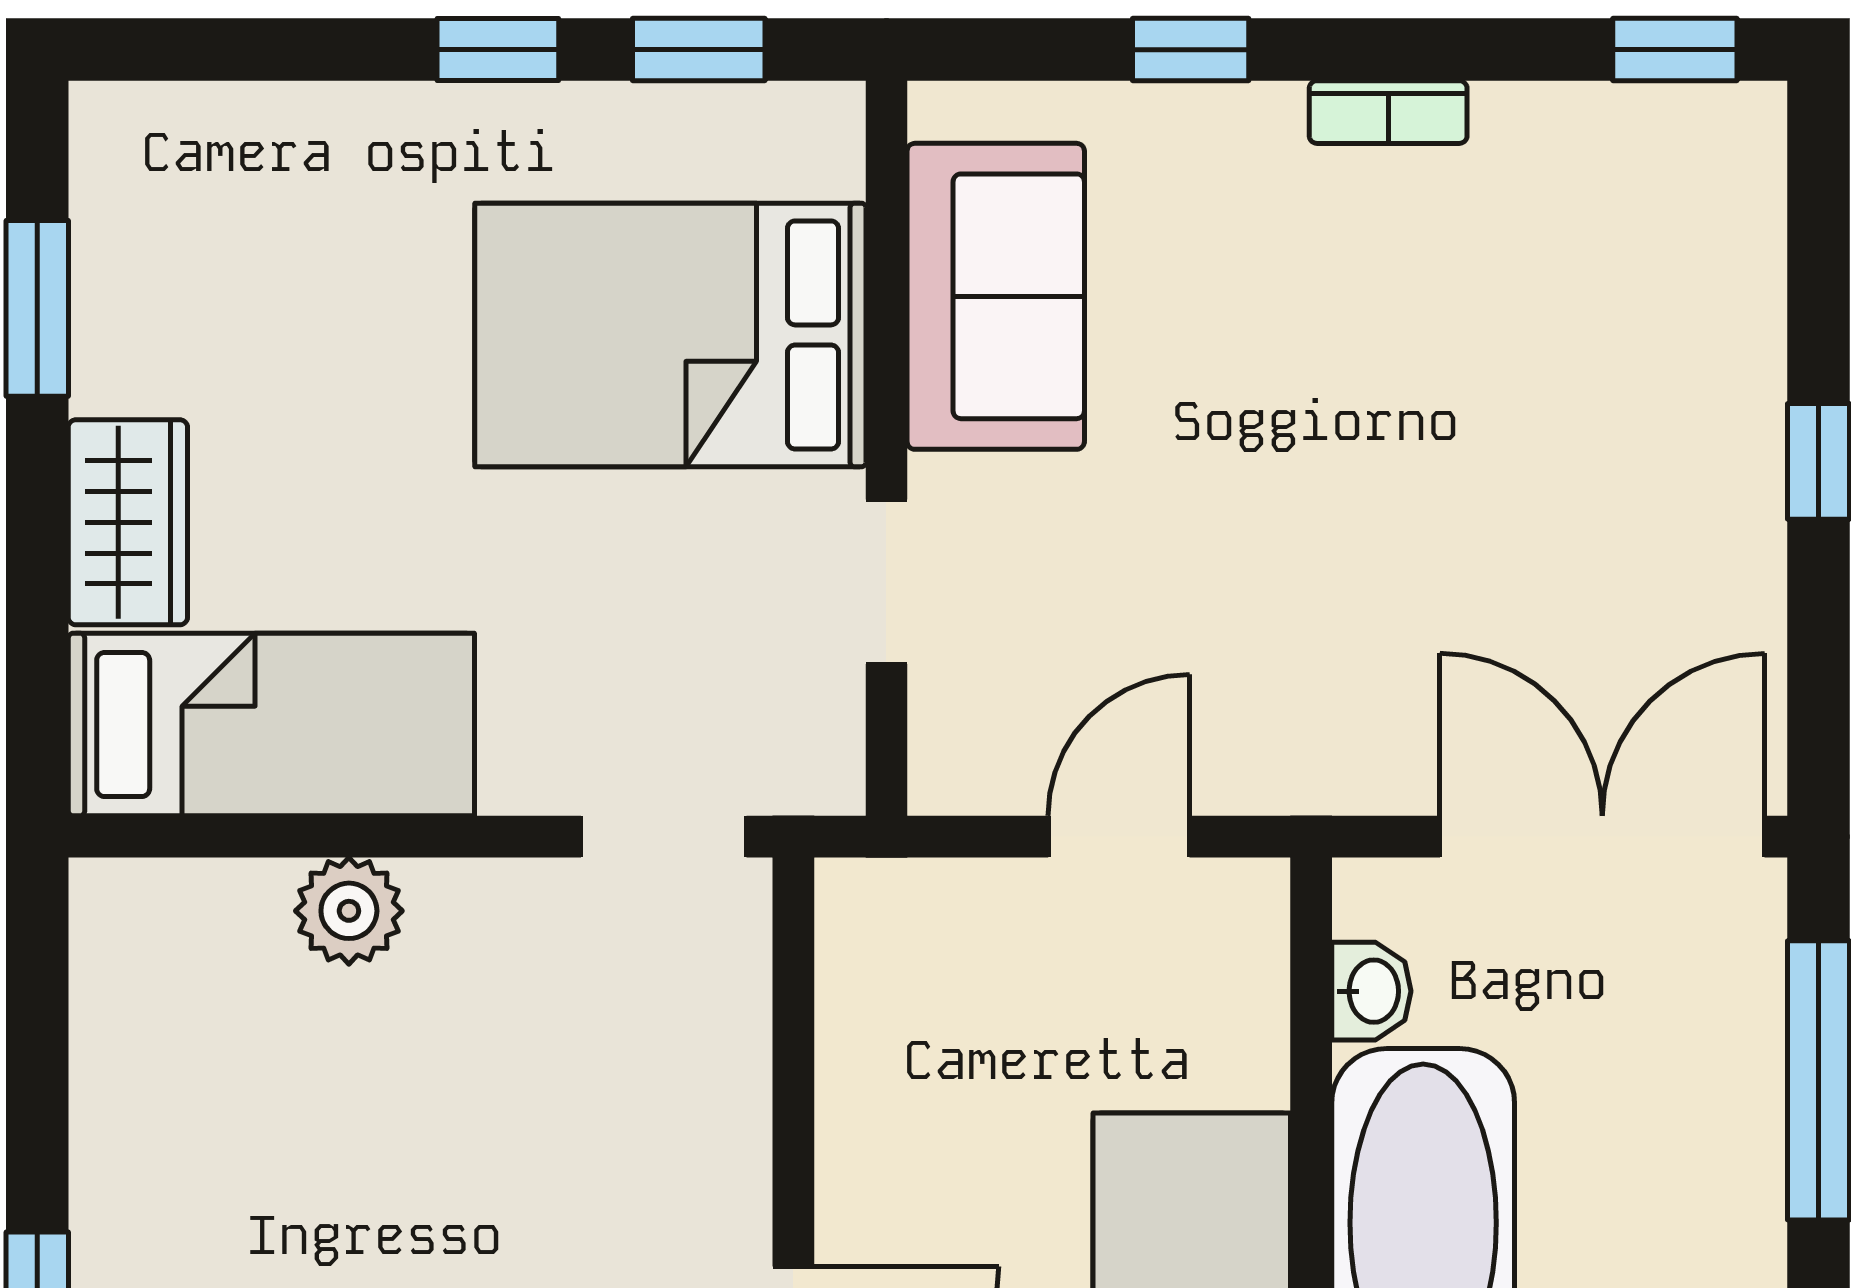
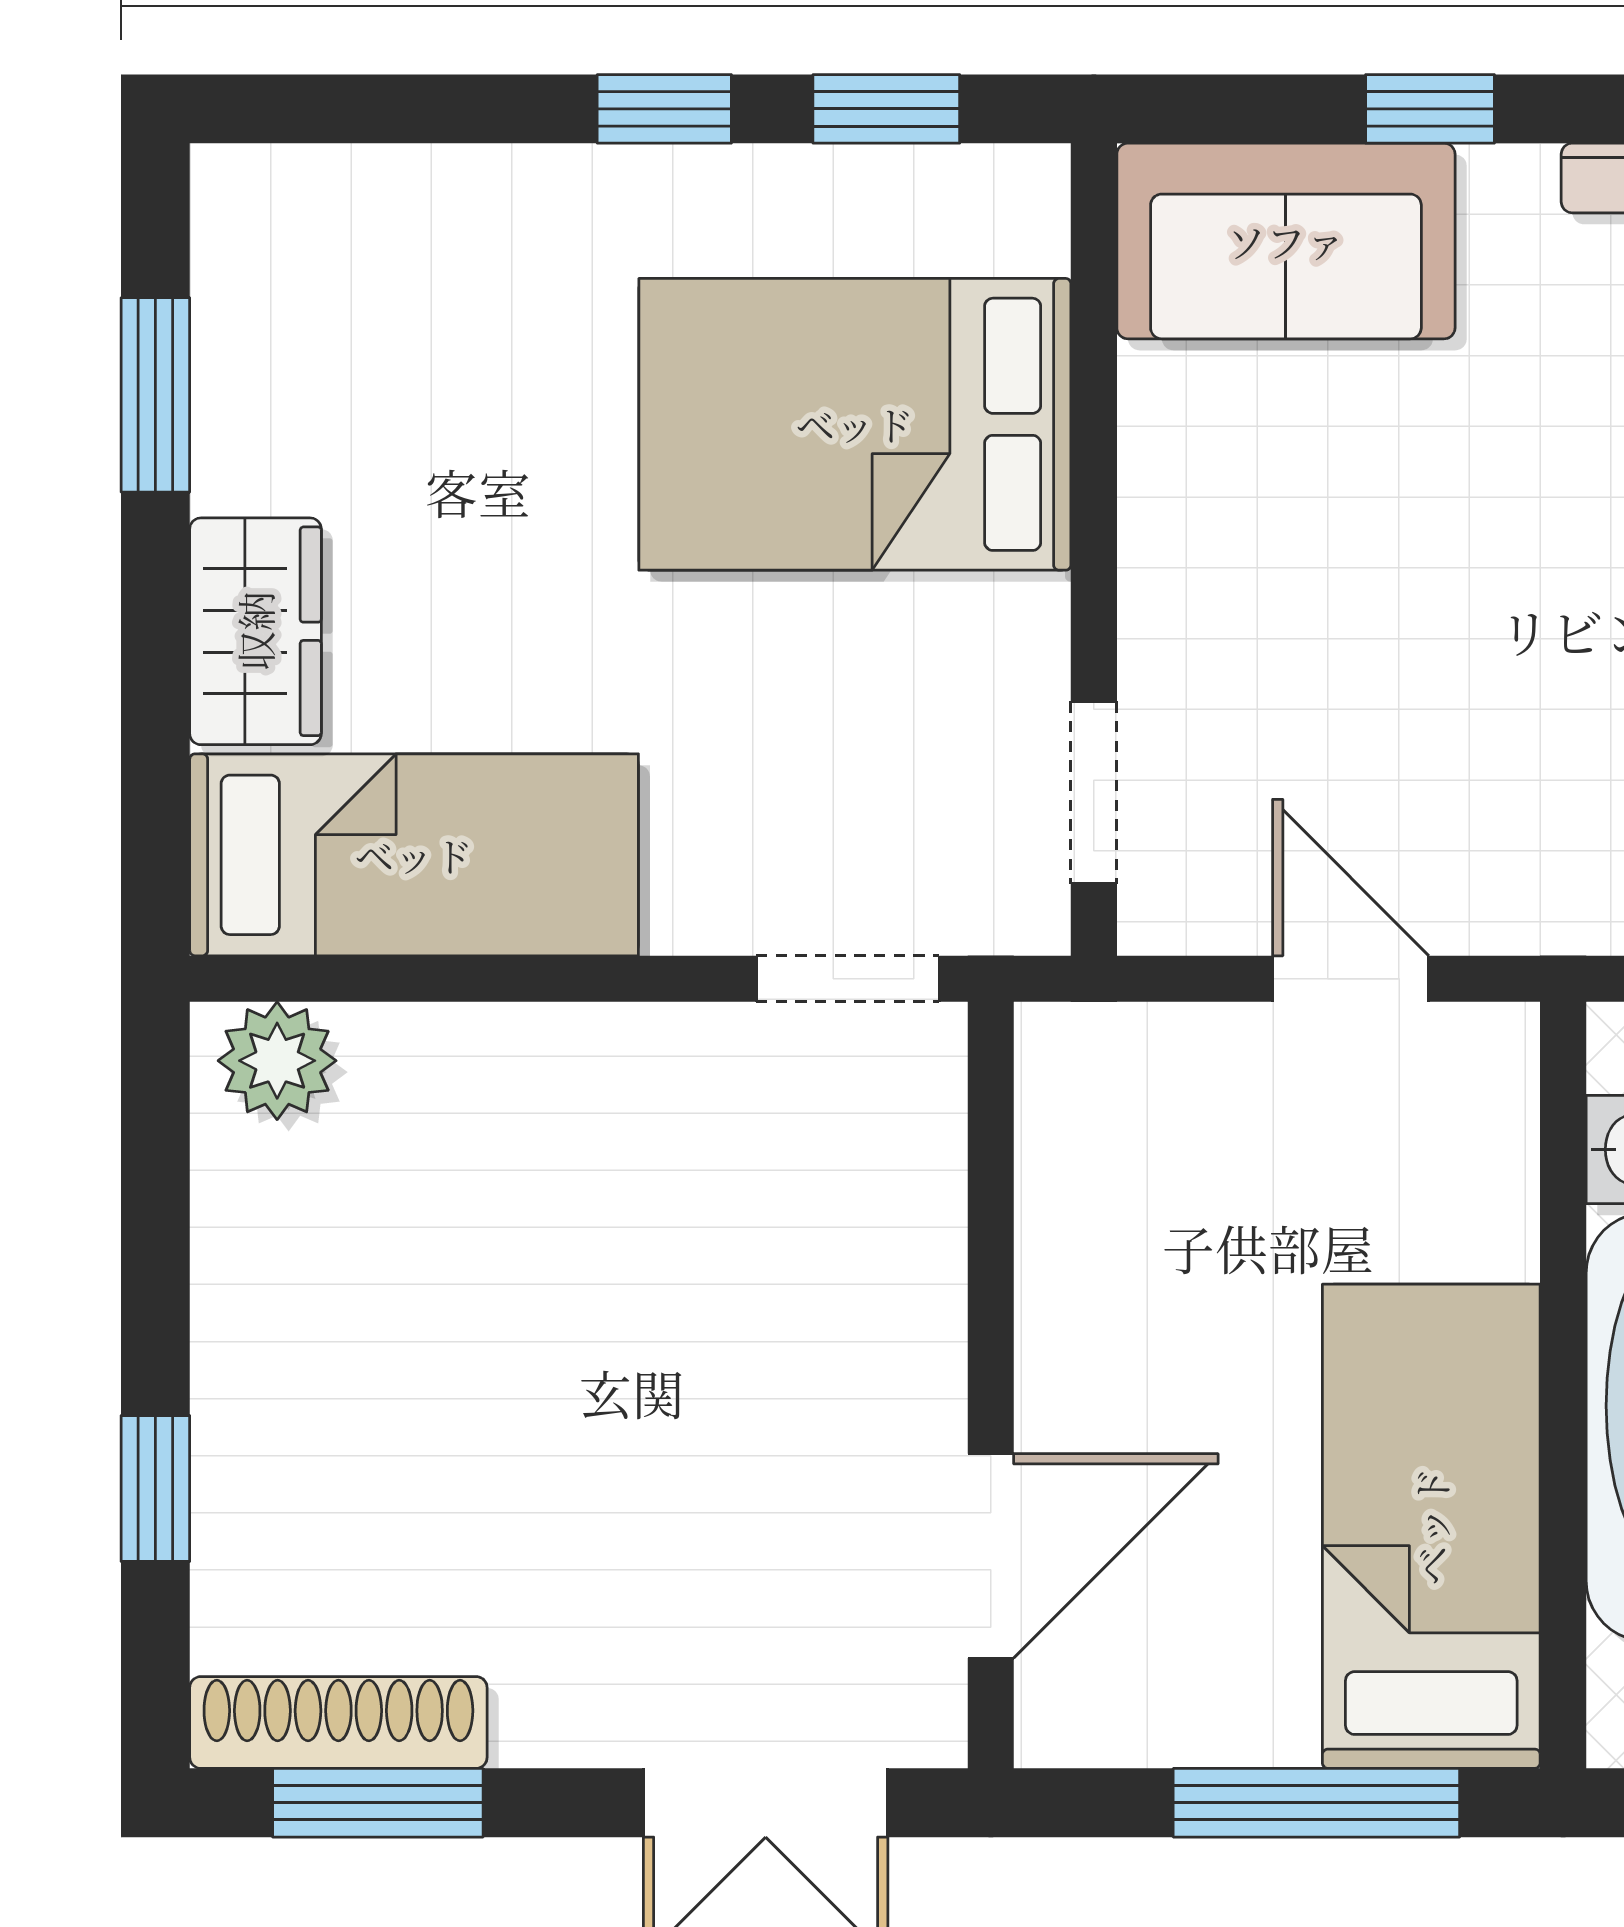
sofa: (996, 296) -> (1286, 241), moved, turned 90
doorway: (886, 582) -> (1094, 793), moved
door: (1119, 837) -> (1351, 979), hinge flipped
plant: (349, 911) -> (277, 1061), moved

